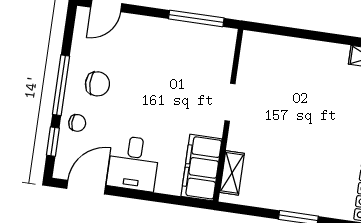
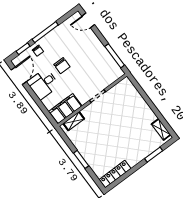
chair: (97, 84) -> (62, 66), moved
door: (86, 187) -> (19, 76), hinge flipped

